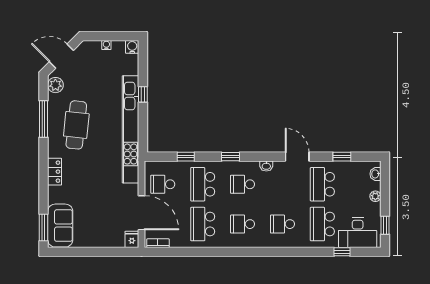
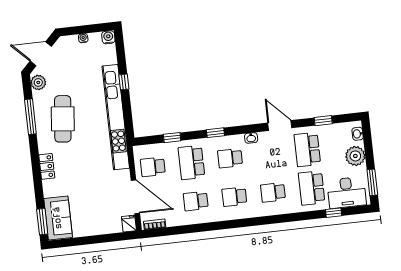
plant: (375, 196) -> (355, 156), width x1.88, depth x1.88
school desk: (203, 224) -> (196, 201), width x0.54
window: (385, 225) -> (372, 182), width x1.50

